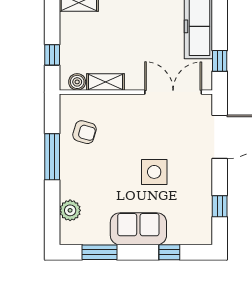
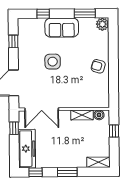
armchair: (84, 132) -> (98, 66), moved
window: (52, 157) -> (114, 70), removed
plant: (70, 210) -> (102, 24), moved

